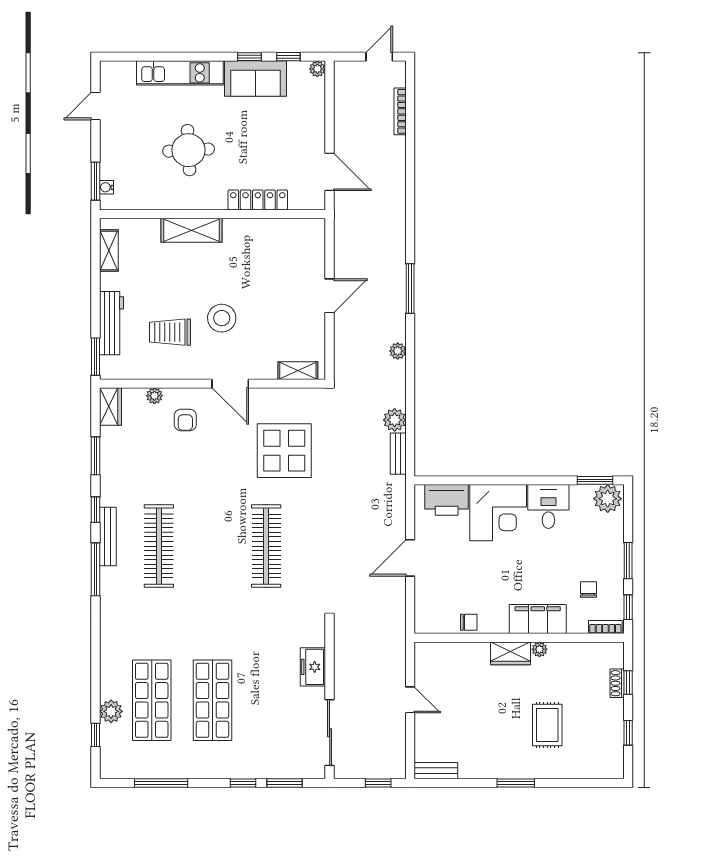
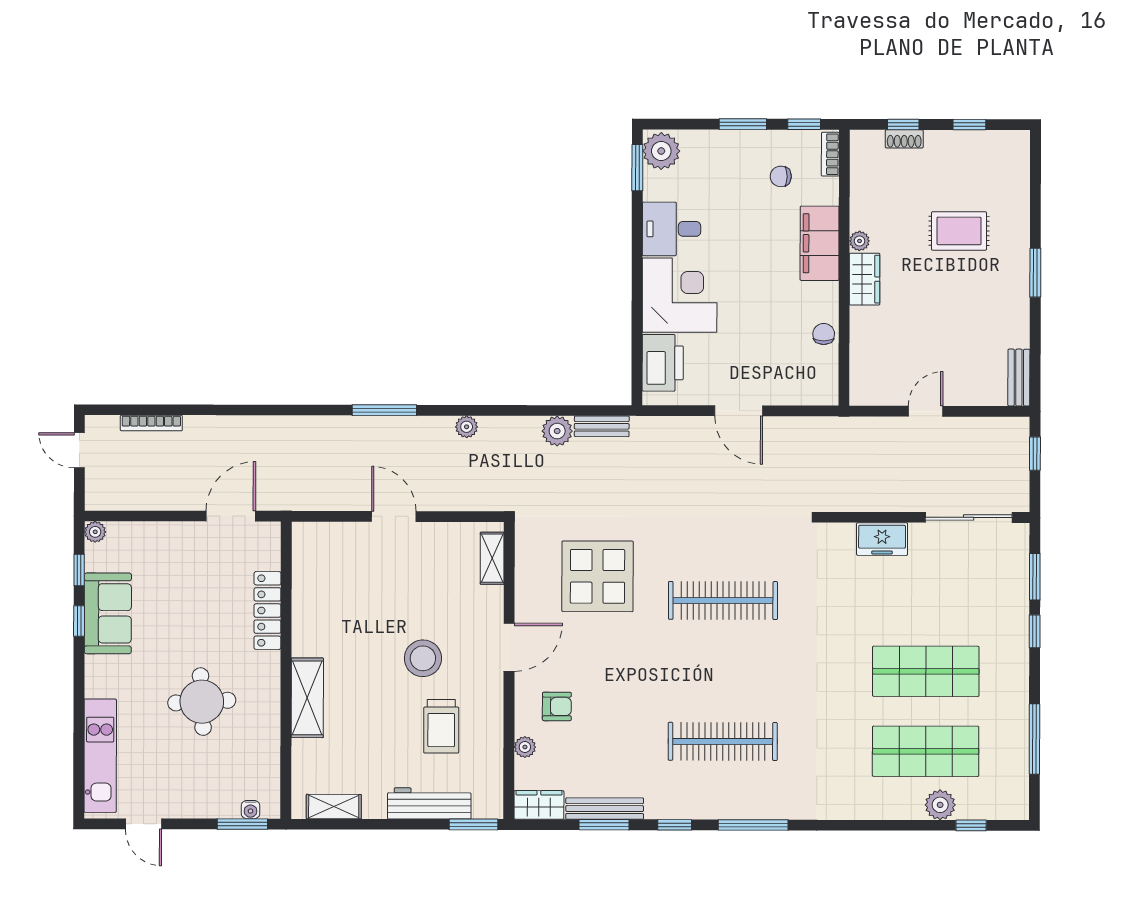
kitchen unit: (180, 73) -> (100, 756), moved
bench: (108, 536) -> (605, 809), moved

